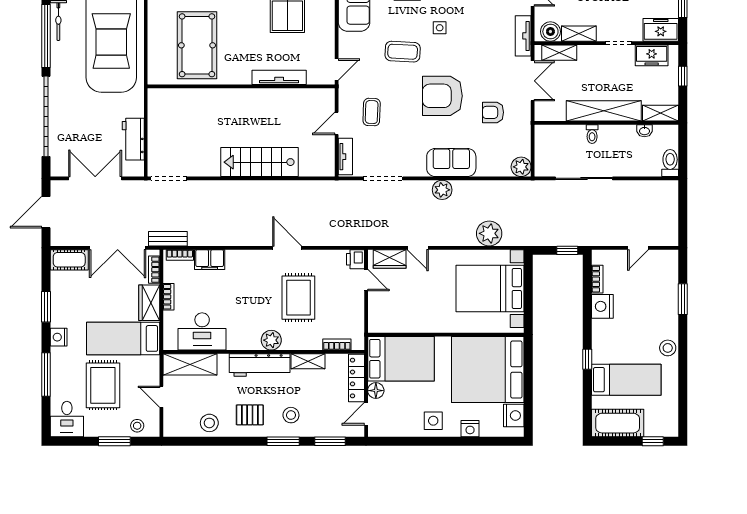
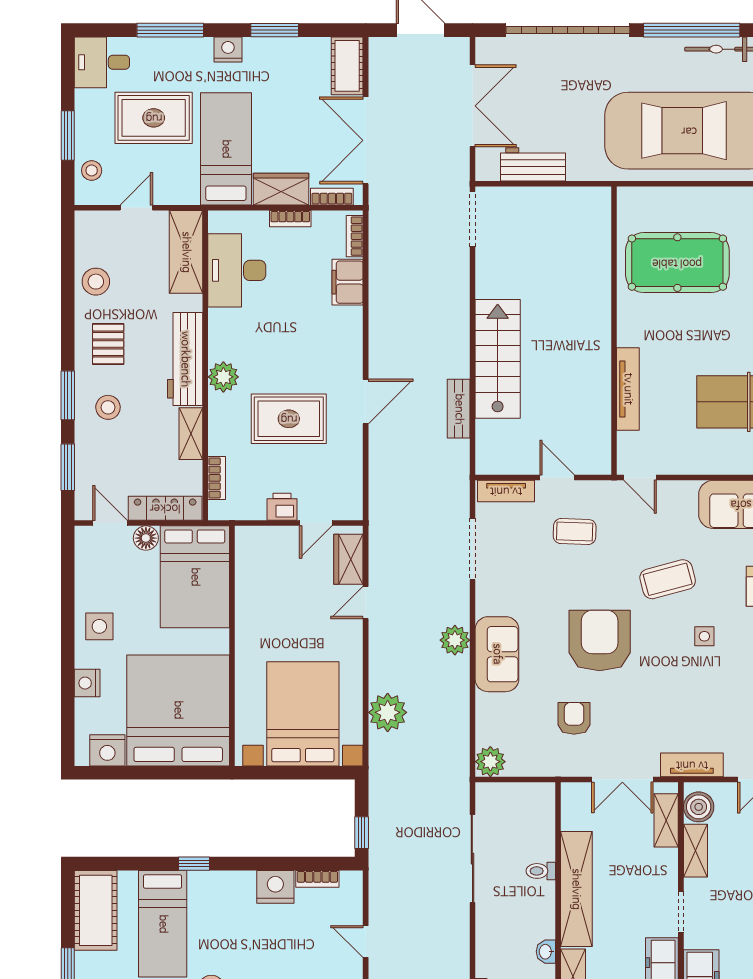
coffee table: (403, 52) -> (668, 579), turned 72
bench: (168, 239) -> (459, 409), moved
printer: (356, 259) -> (282, 507), moved

